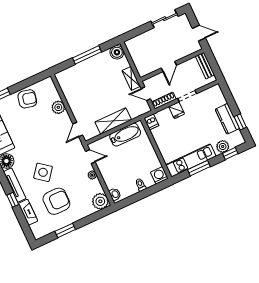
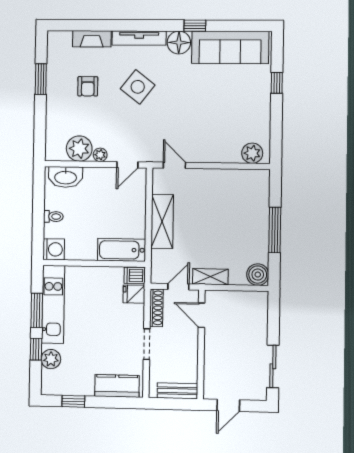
door: (169, 67) -> (202, 315), moved
armchair: (27, 99) -> (253, 114), removed
plant: (58, 107) -> (252, 153), moved
fridge: (177, 110) -> (134, 294), moved
kitchen counter: (227, 119) -> (117, 386), moved
bathtub: (125, 135) -> (122, 250), moved, turned 90
window: (230, 154) -> (36, 349), moved
washbasin: (115, 194) -> (66, 177), width x1.91, depth x1.45
window: (13, 200) -> (120, 25), removed
armchair: (56, 201) -> (88, 86), width x0.53, depth x0.53
plant: (100, 201) -> (79, 149), moved

